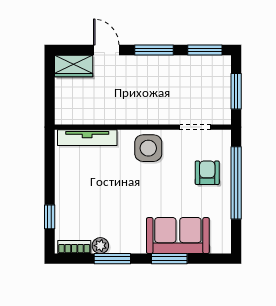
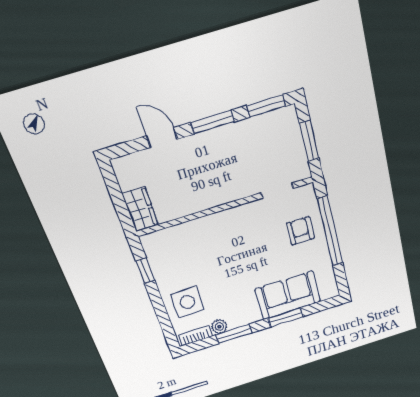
wardrobe: (74, 66) -> (140, 209), moved, turned -90
tv unit: (87, 138) -> (173, 234), removed
side table: (148, 148) -> (188, 302), moved
window: (50, 217) -> (145, 271), moved

